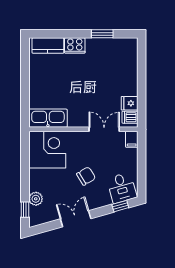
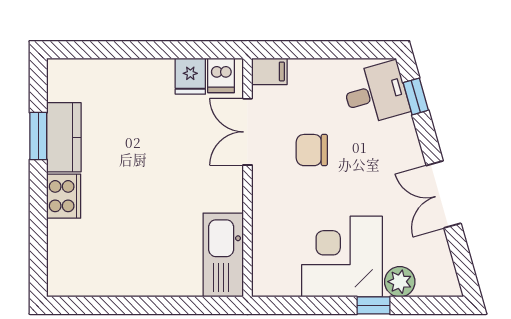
kitchen counter: (48, 46) -> (64, 137), moved
corner desk: (47, 150) -> (342, 257), moved
chair: (86, 176) -> (312, 150), moved, turned -59
window: (25, 210) -> (374, 305), moved

